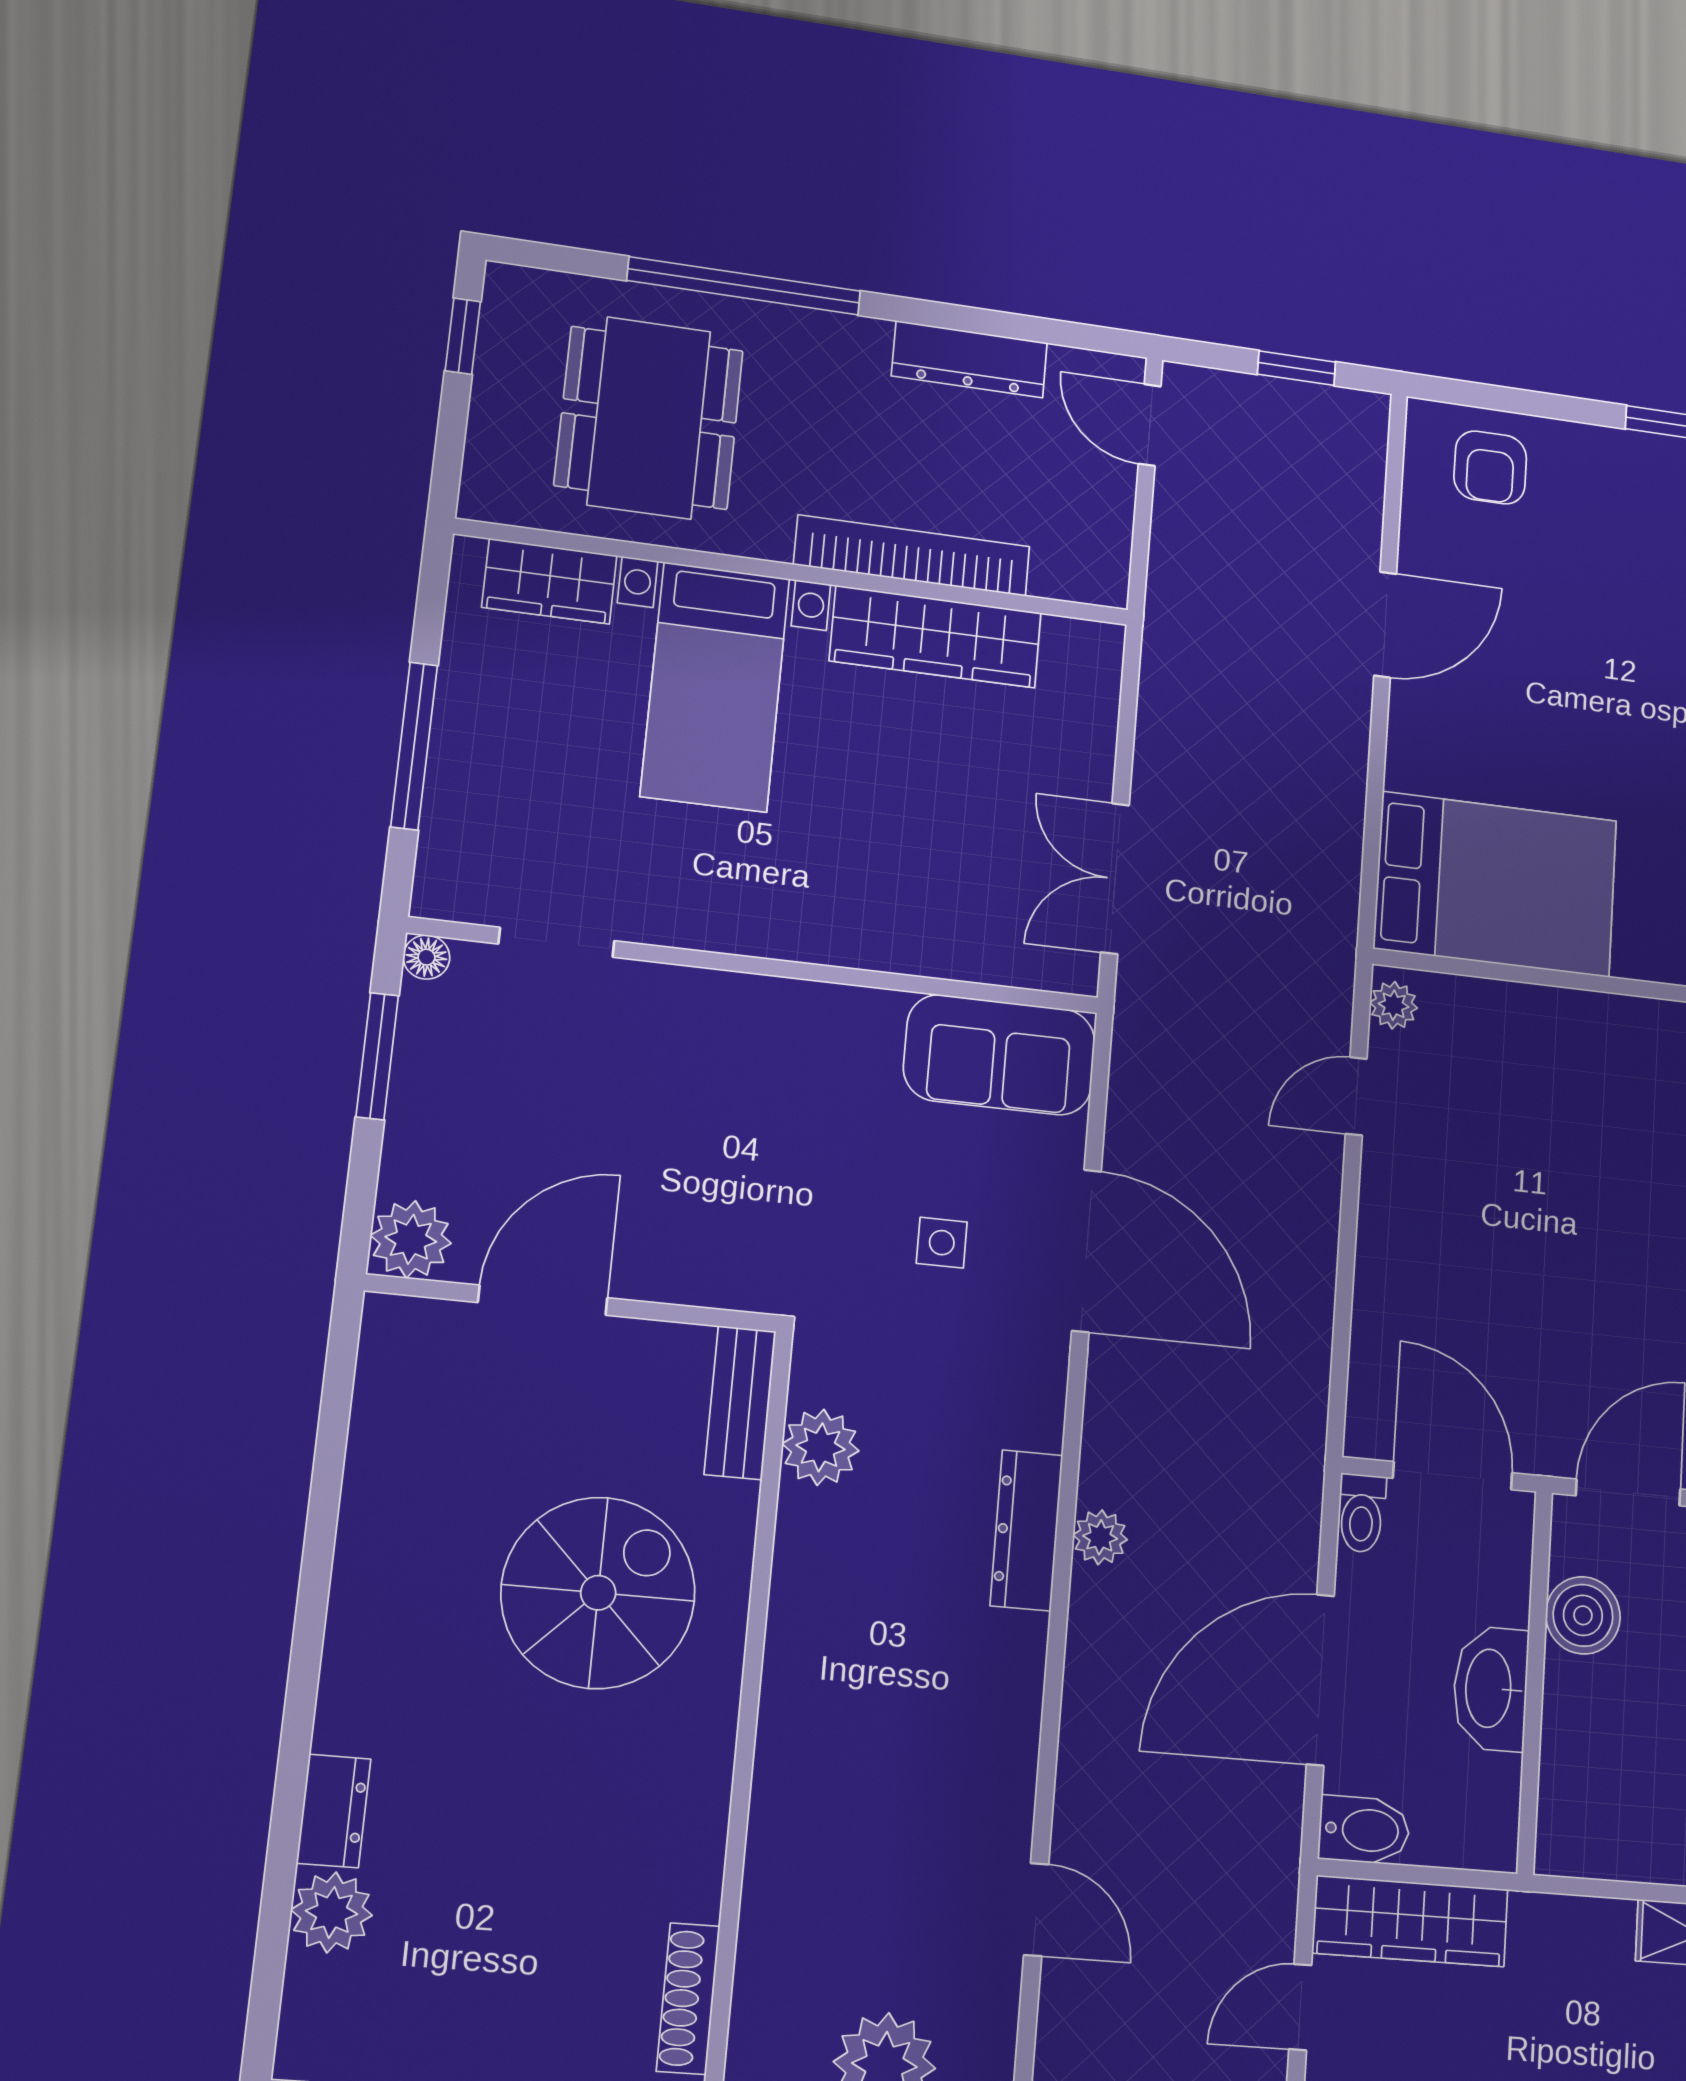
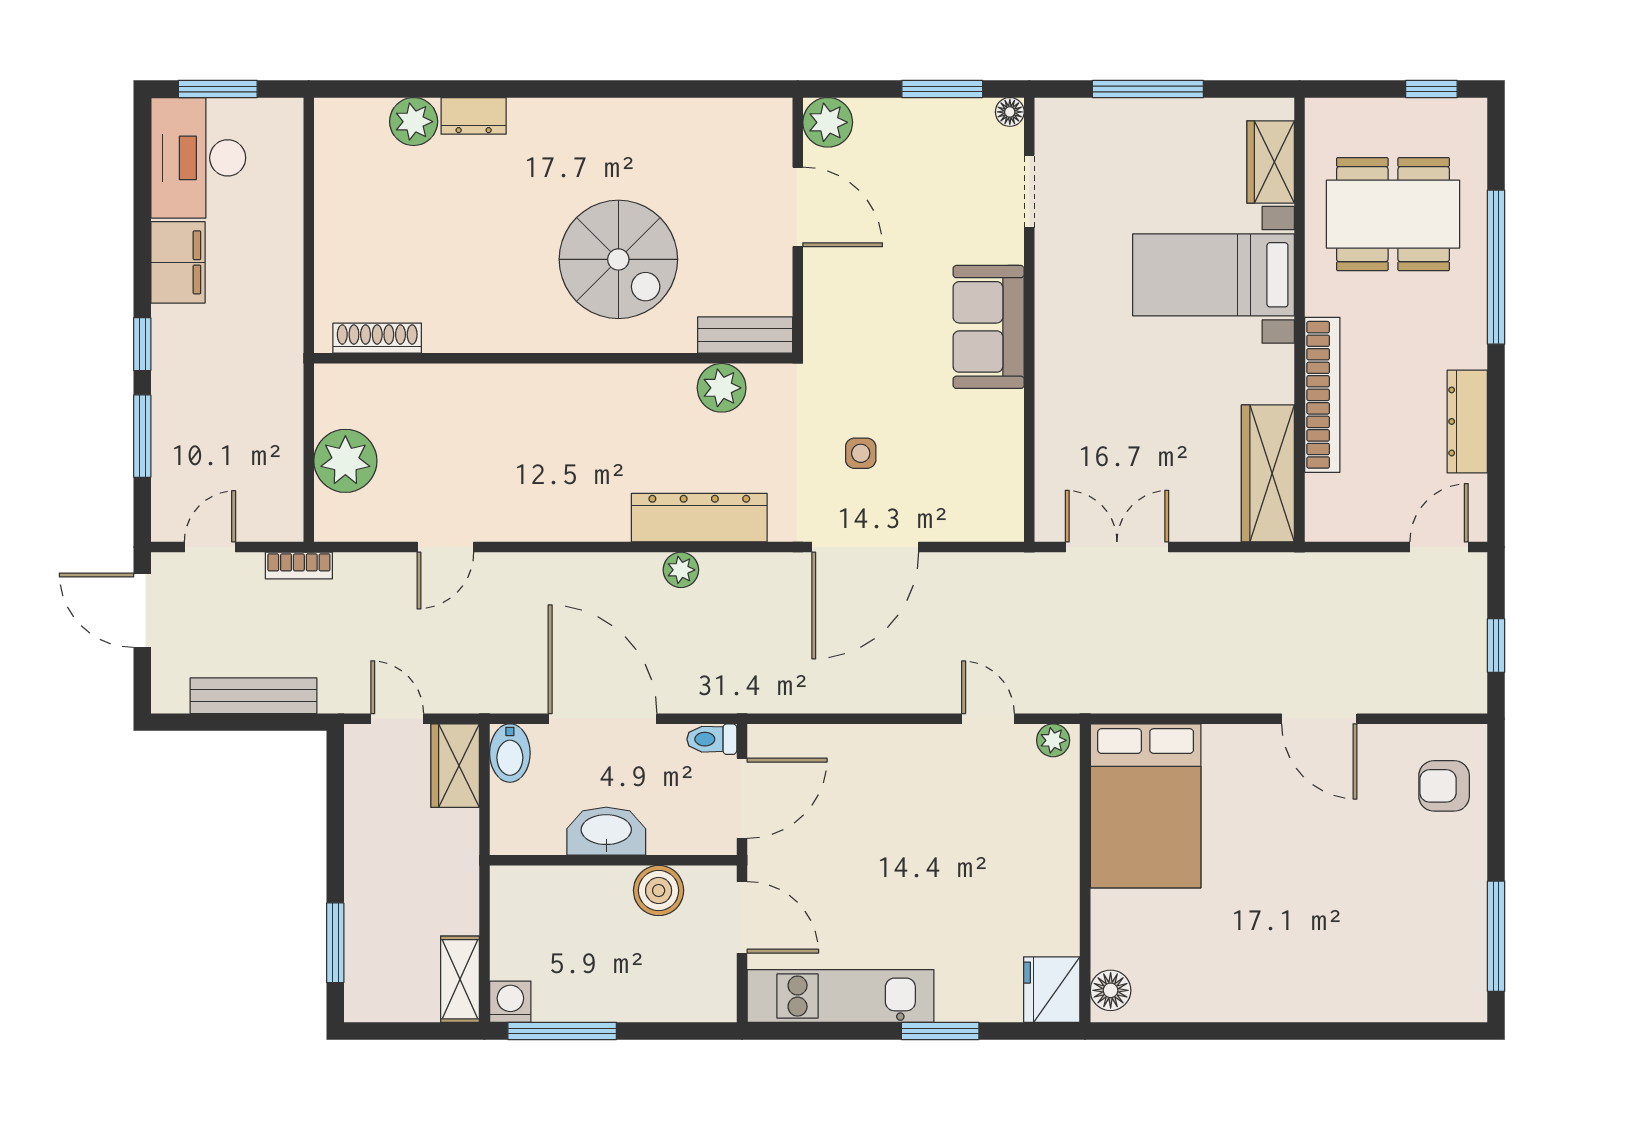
wardrobe: (936, 637) -> (1268, 473), moved
sofa: (1000, 1055) -> (989, 327), moved
dresser: (1027, 1530) -> (699, 518), width x1.37, depth x1.24
wardrobe: (1410, 1921) -> (455, 766), width x0.67

